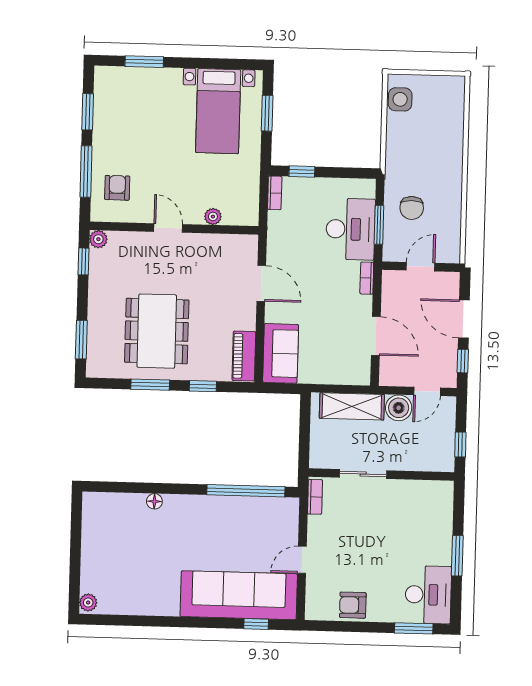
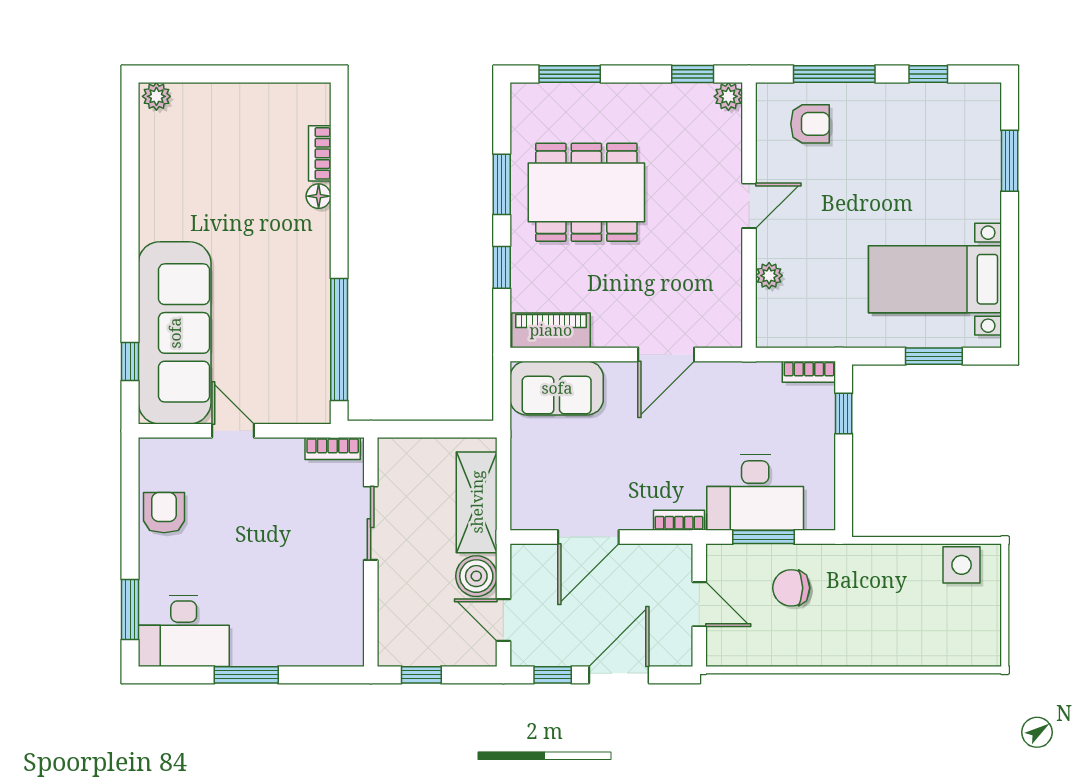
window: (88, 112) -> (928, 74), width x0.67
bookcase: (127, 500) -> (320, 153), added

